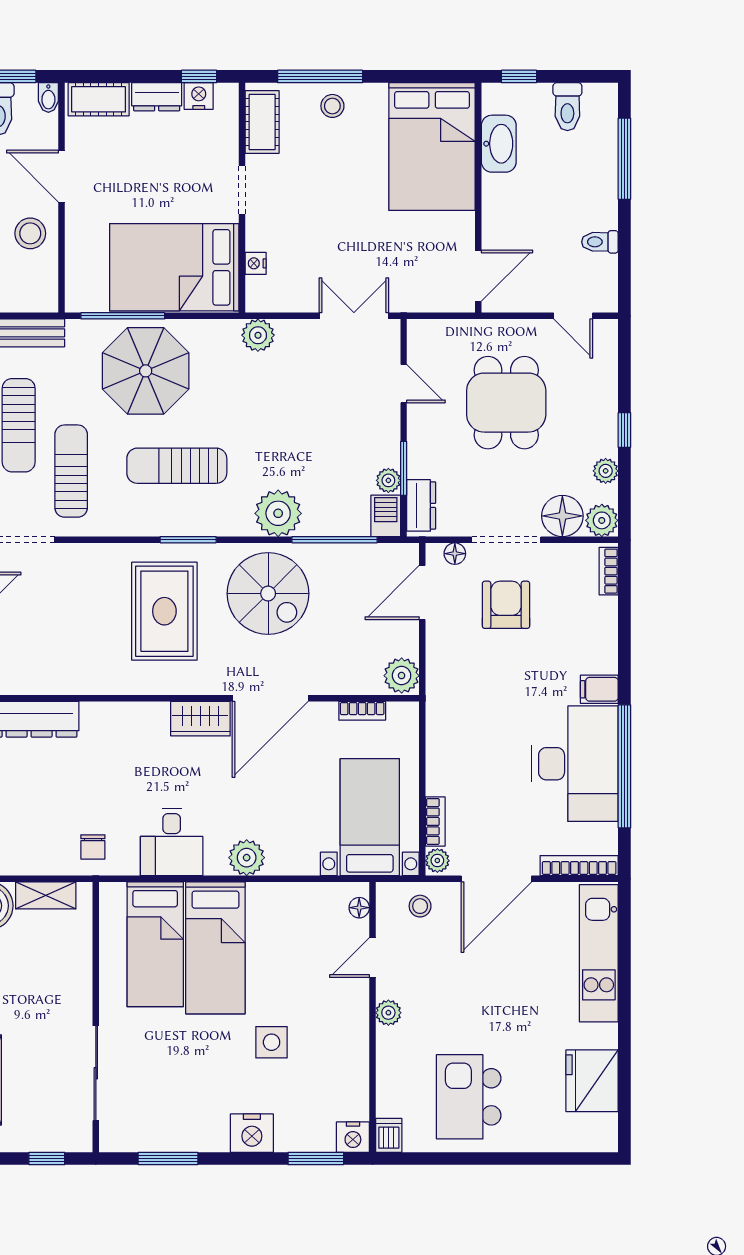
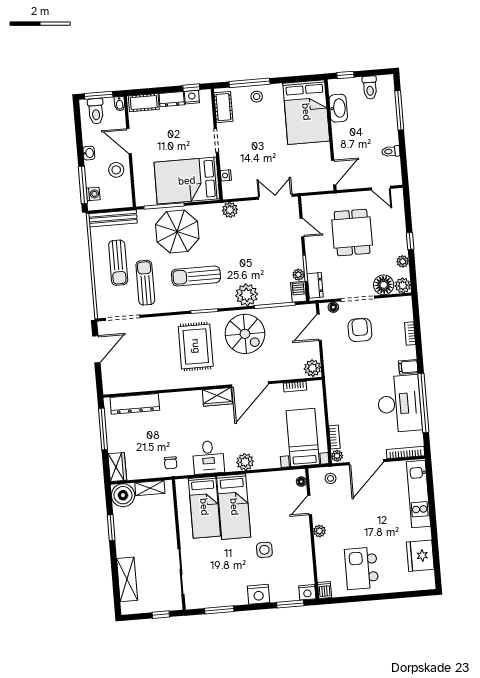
bookcase: (609, 571) -> (410, 333), moved

